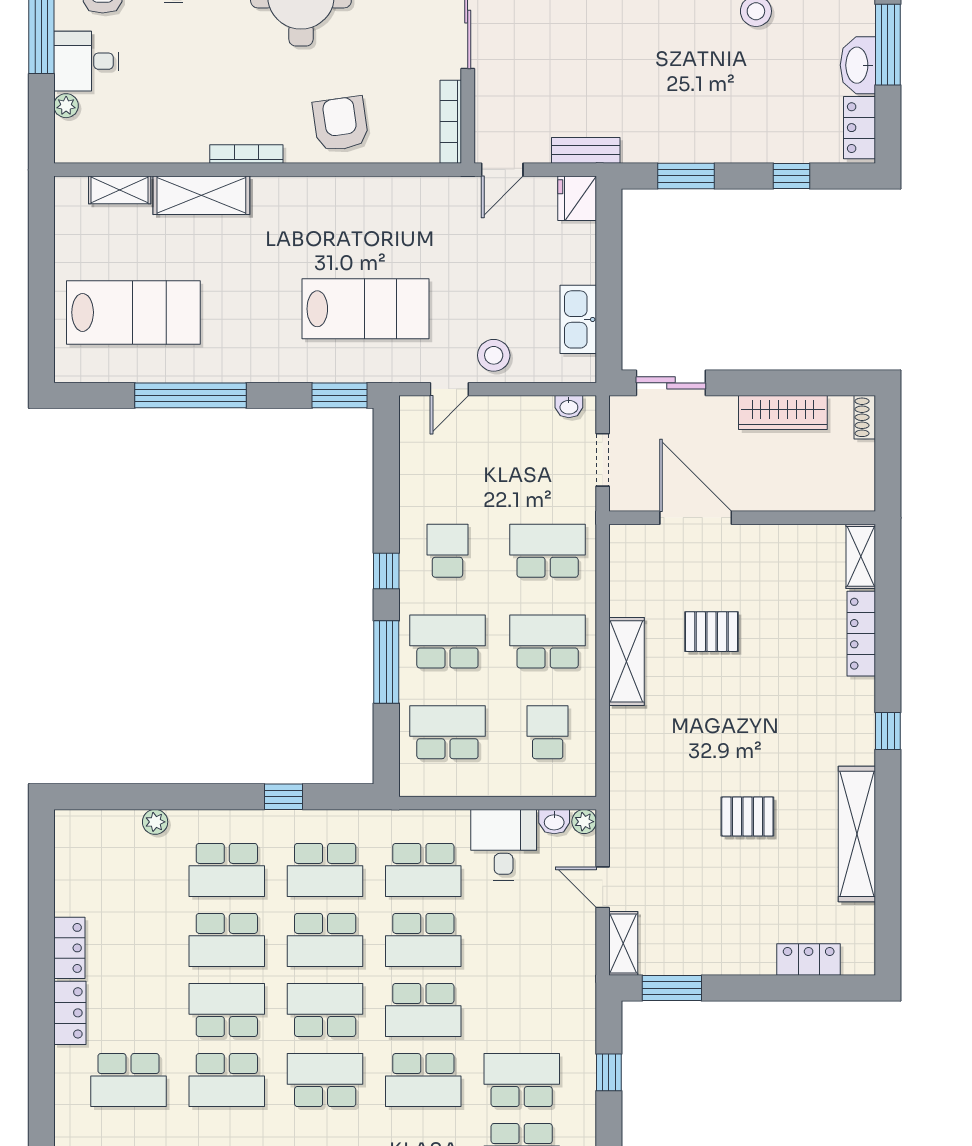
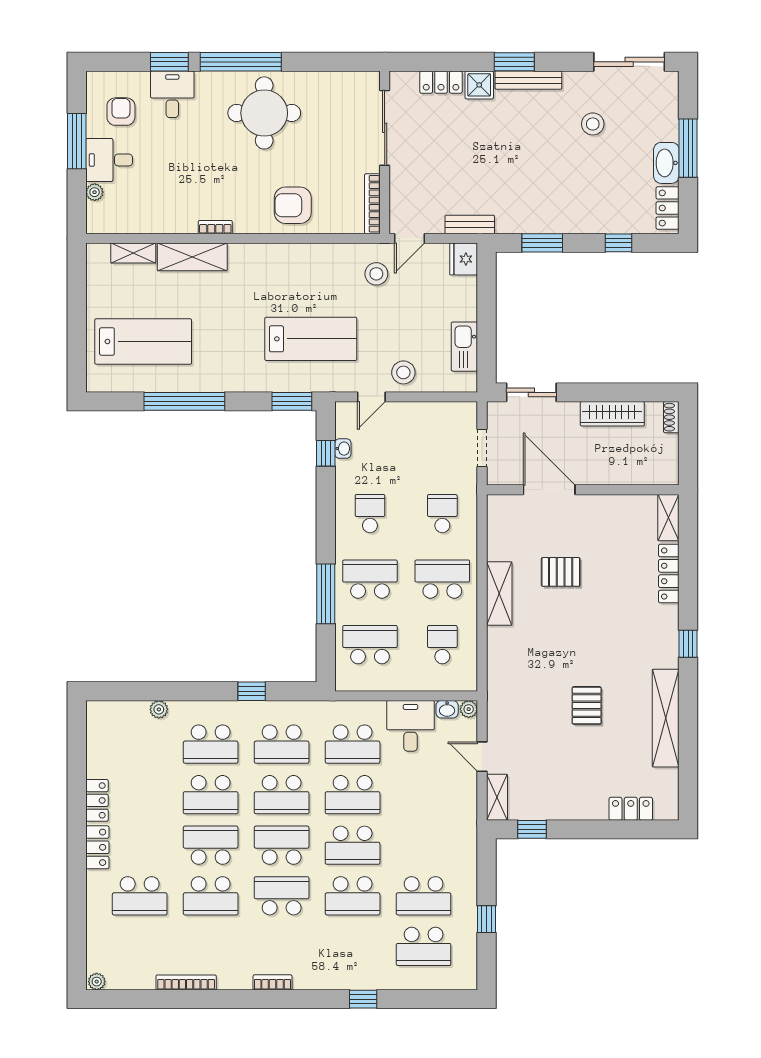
armchair: (341, 124) -> (293, 205), turned -82
bookcase: (246, 154) -> (215, 227), width x0.64
stool: (456, 219) -> (376, 274), added
washbasin: (569, 407) -> (343, 449), moved, turned -90
school desk: (548, 551) -> (442, 514), width x0.54
window: (386, 571) -> (326, 453), moved
pallet: (747, 816) -> (587, 705), turned 90
window: (672, 988) -> (532, 829), width x0.67
window: (609, 1072) -> (487, 919), moved
school desk: (522, 1080) -> (424, 896), turned 180

